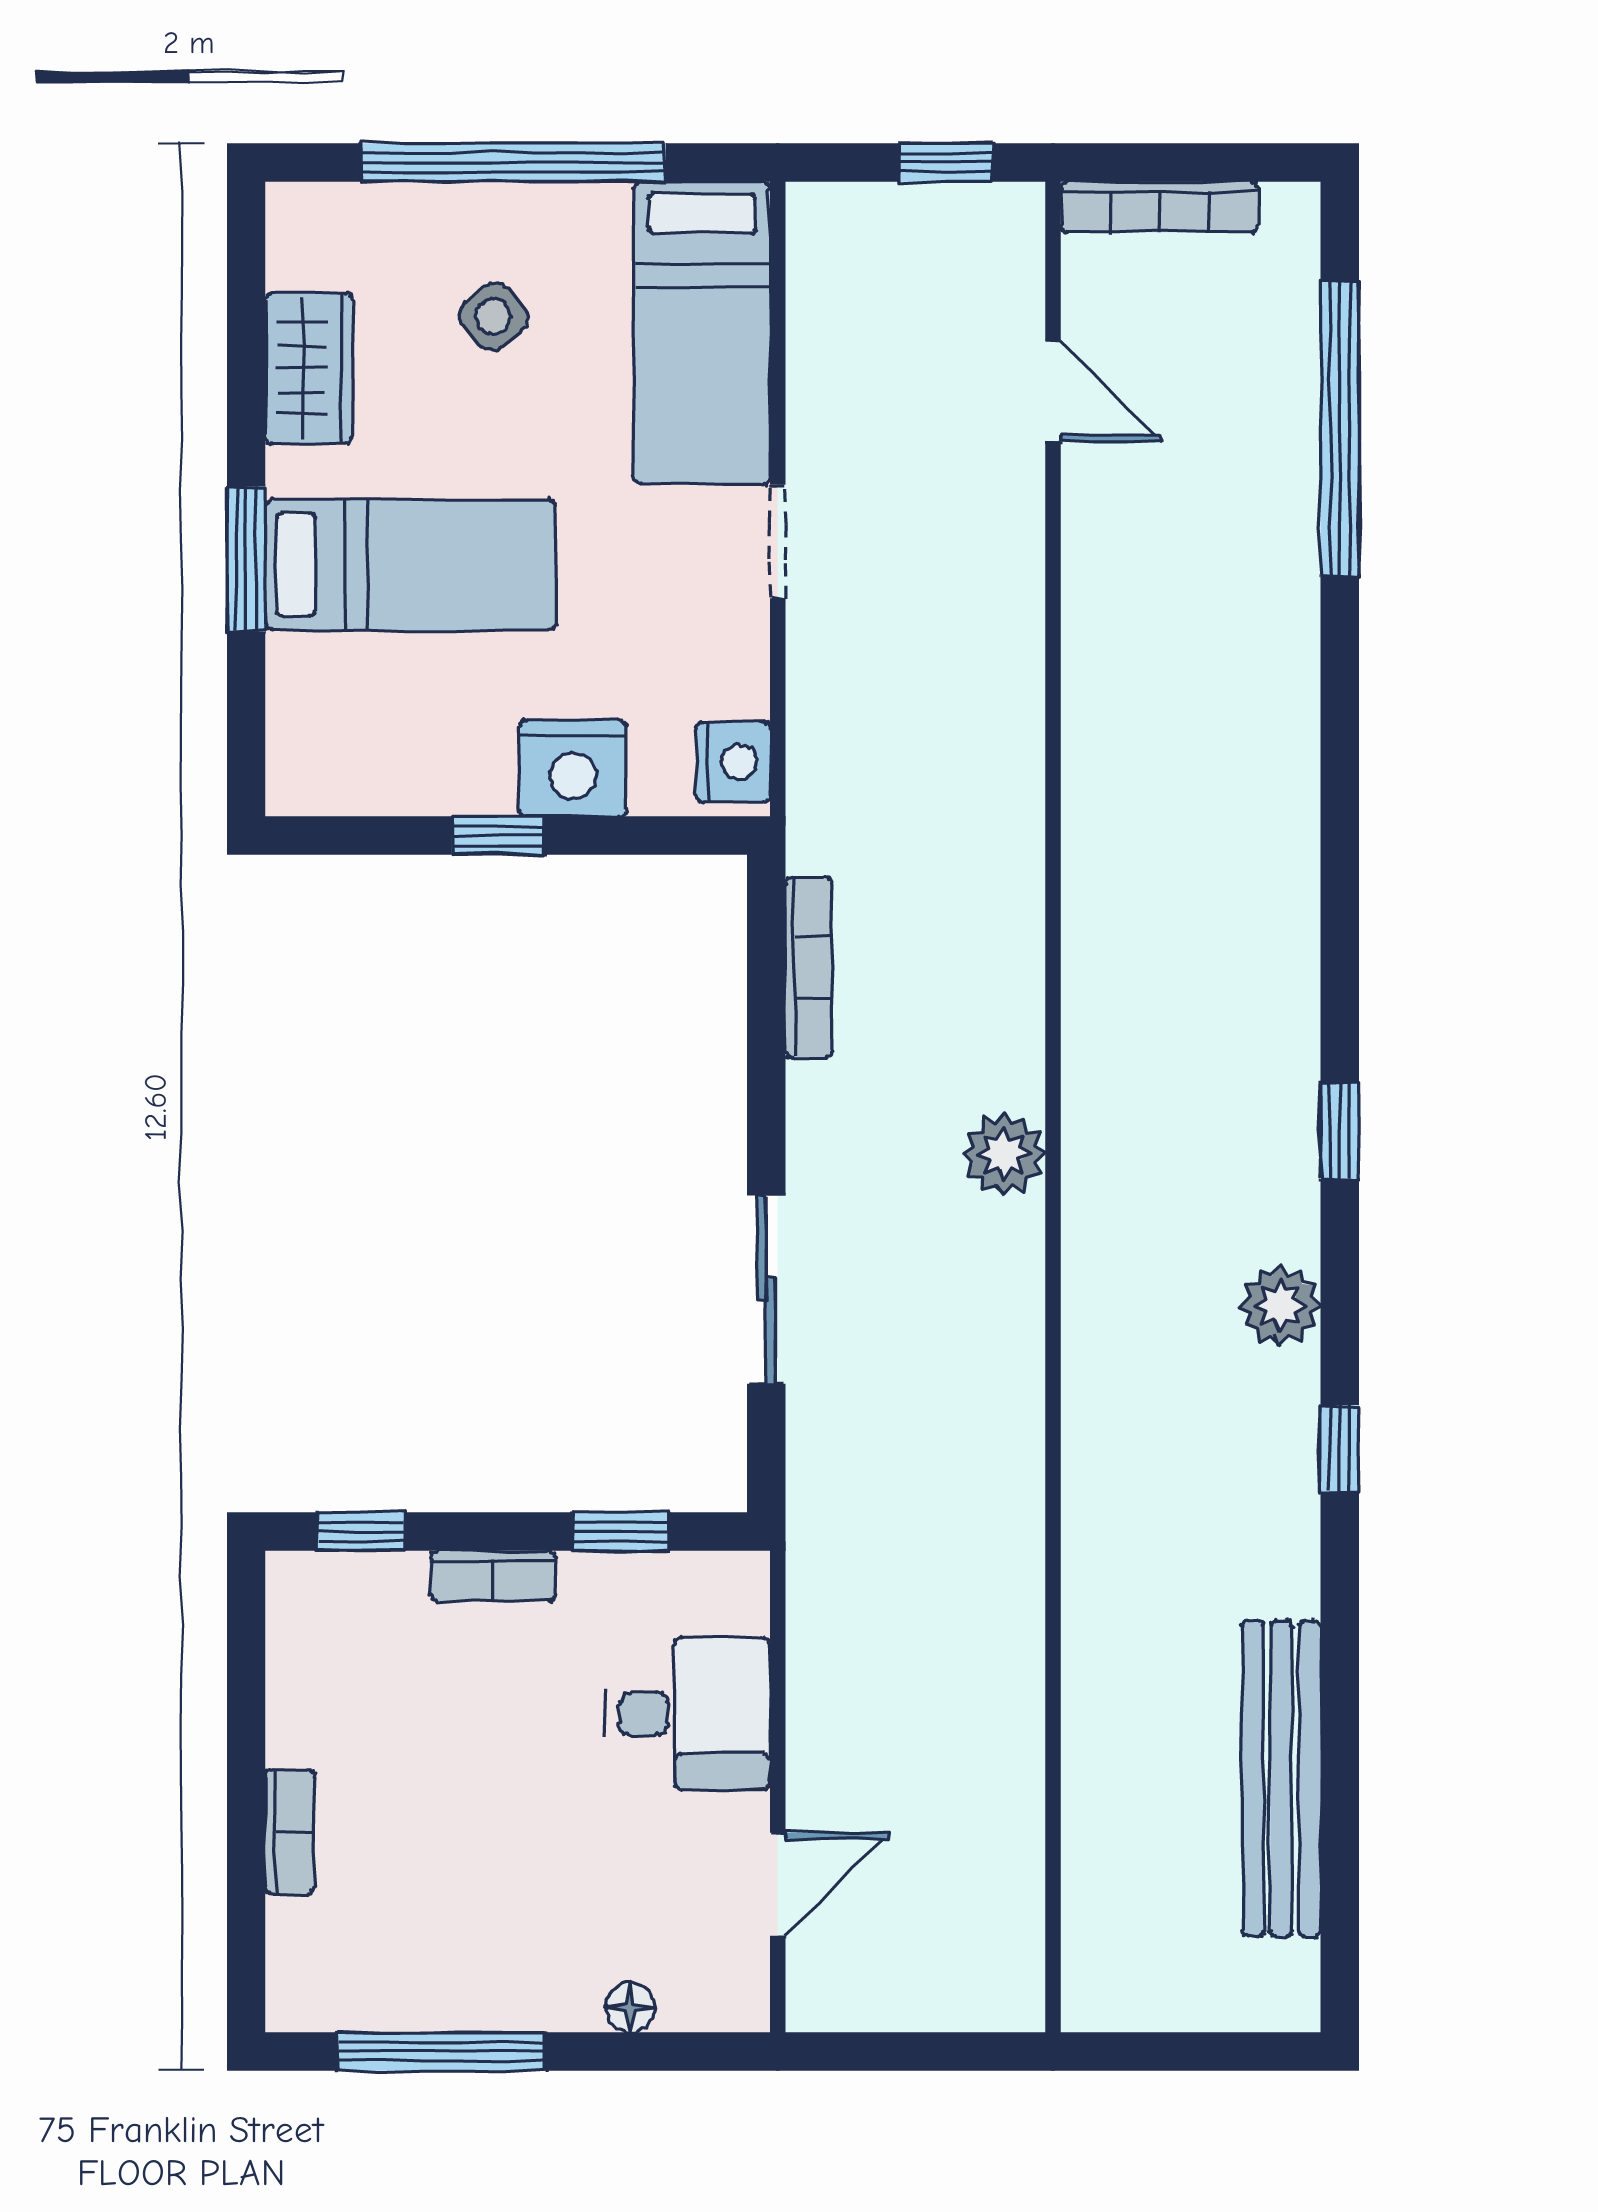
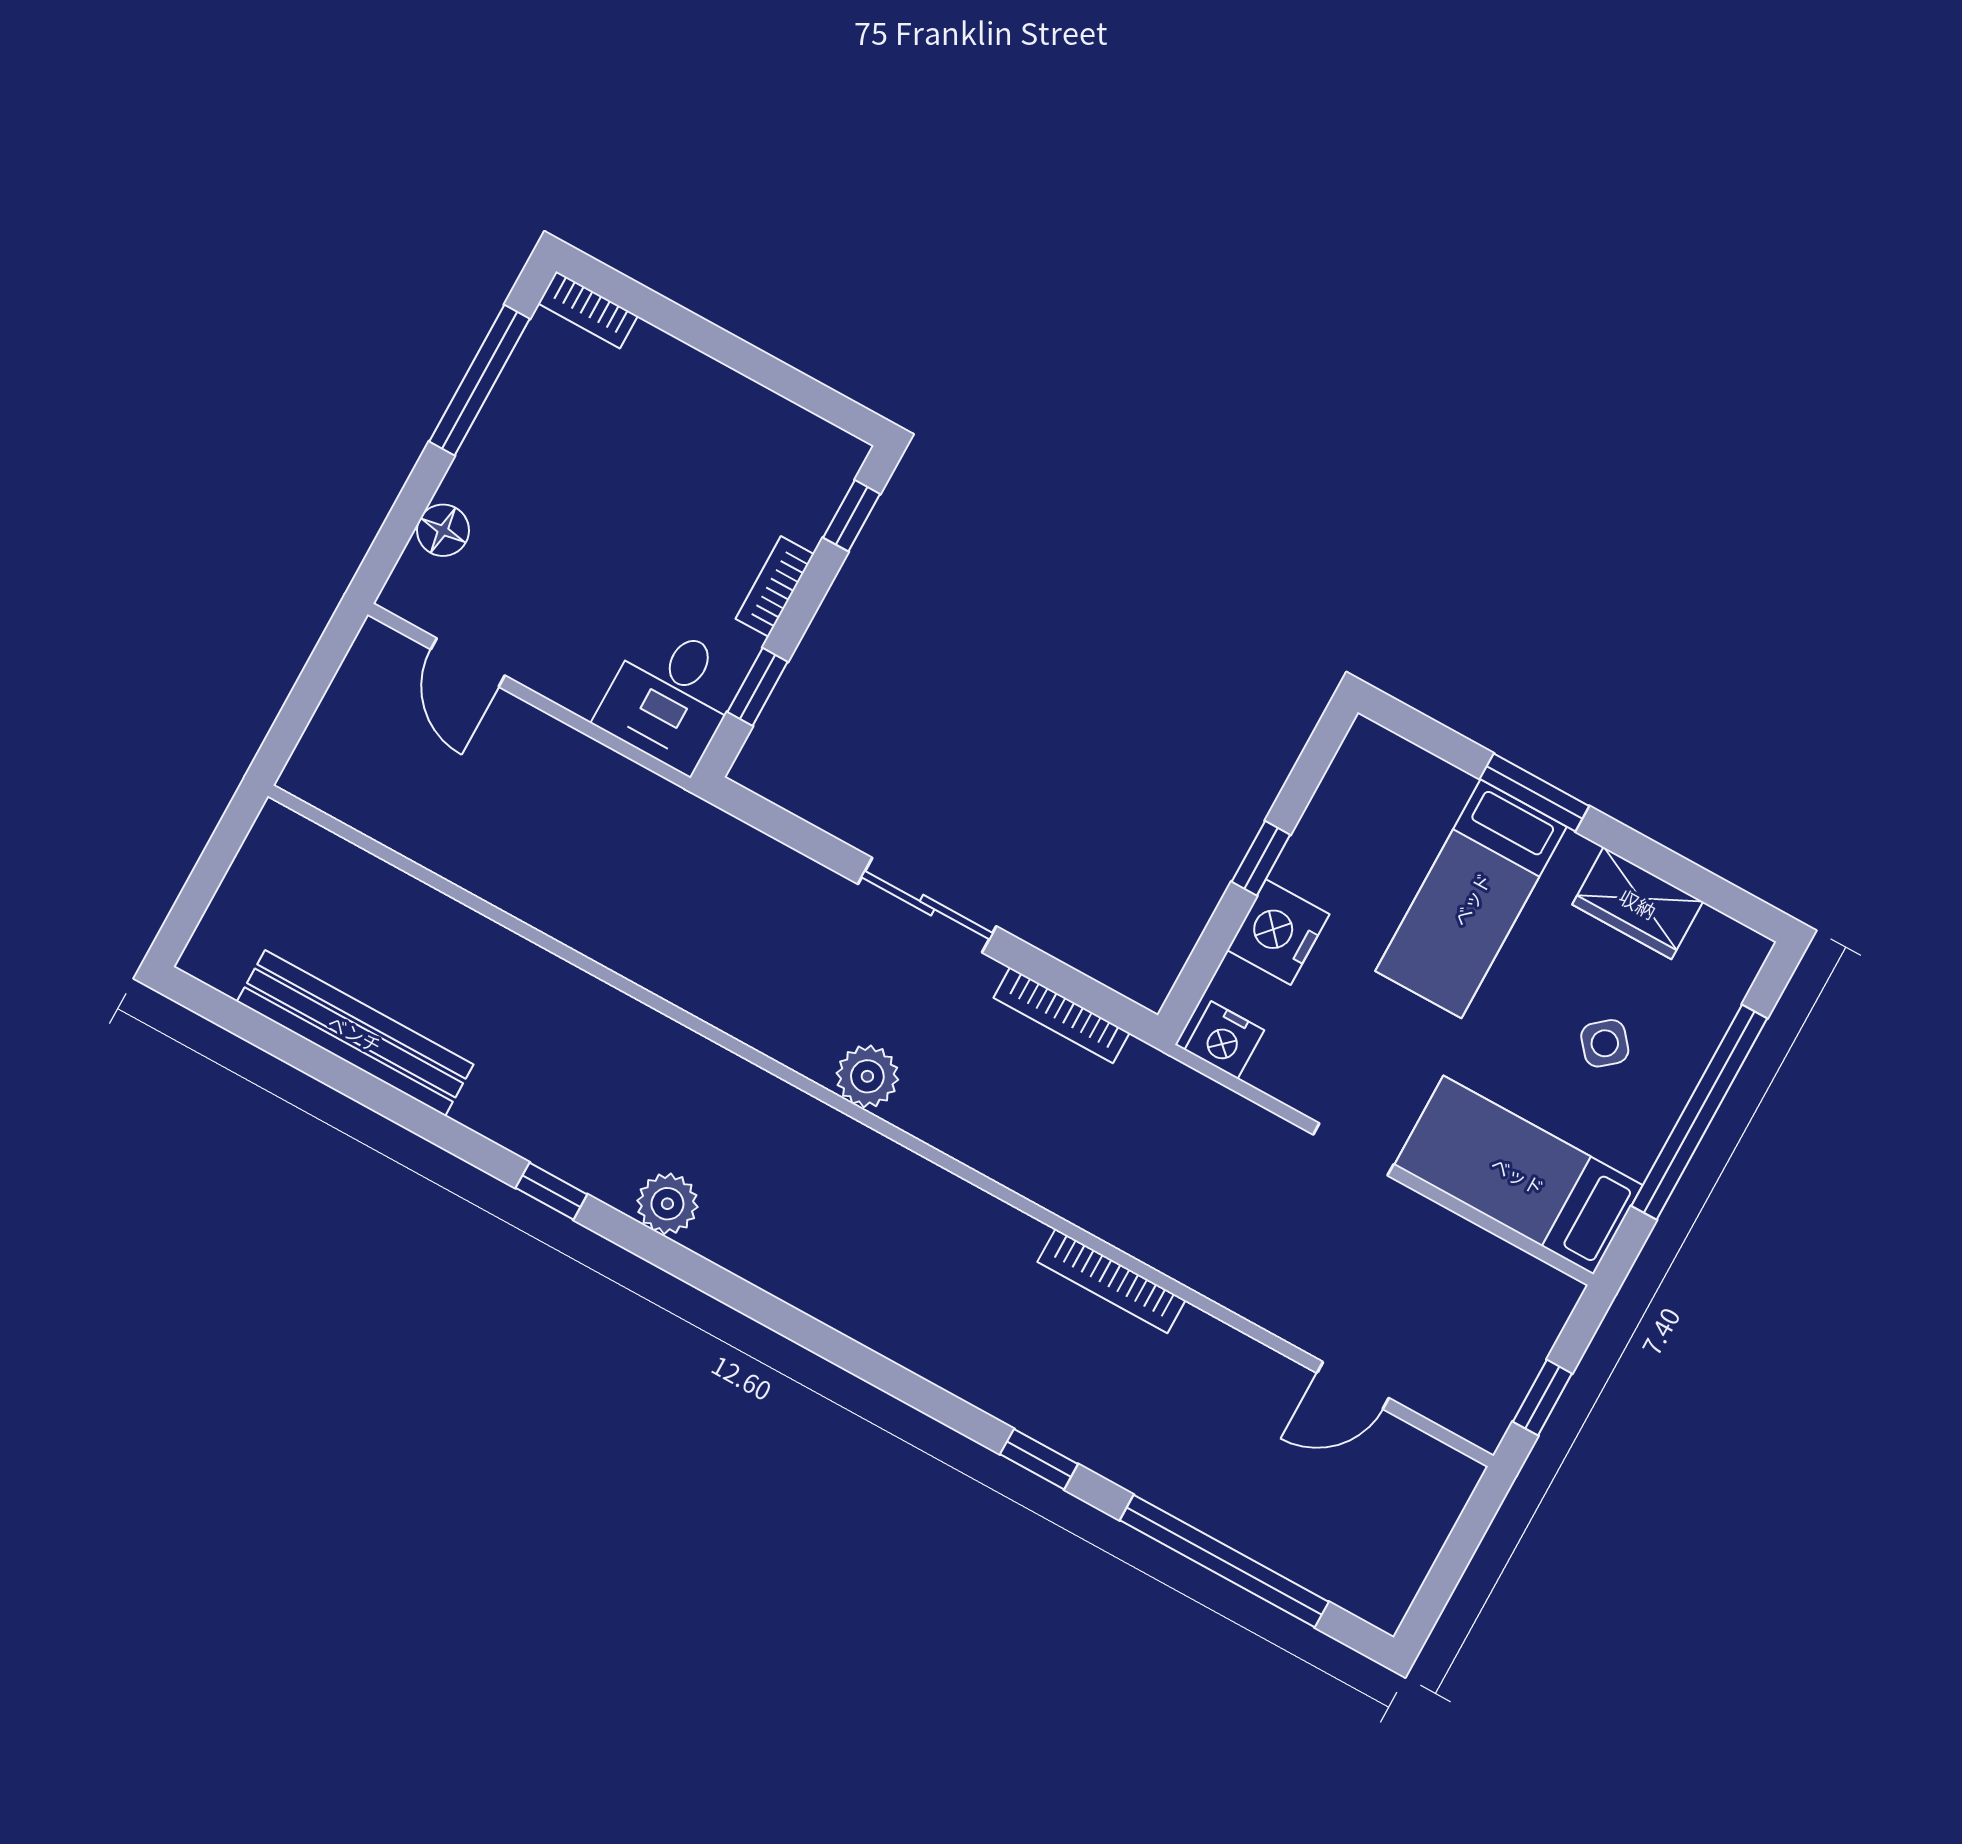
bookcase: (1159, 207) -> (1111, 1281), moved, turned -90
window: (1340, 1131) -> (1039, 1459), moved
sliding door: (766, 1289) -> (927, 905), moved
desk: (688, 1714) -> (670, 697), moved
bookcase: (290, 1832) -> (588, 310), moved
floor lamp: (630, 2007) -> (443, 530), width x1.37, depth x1.37

